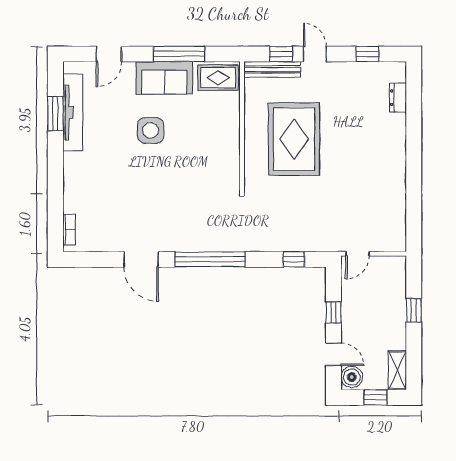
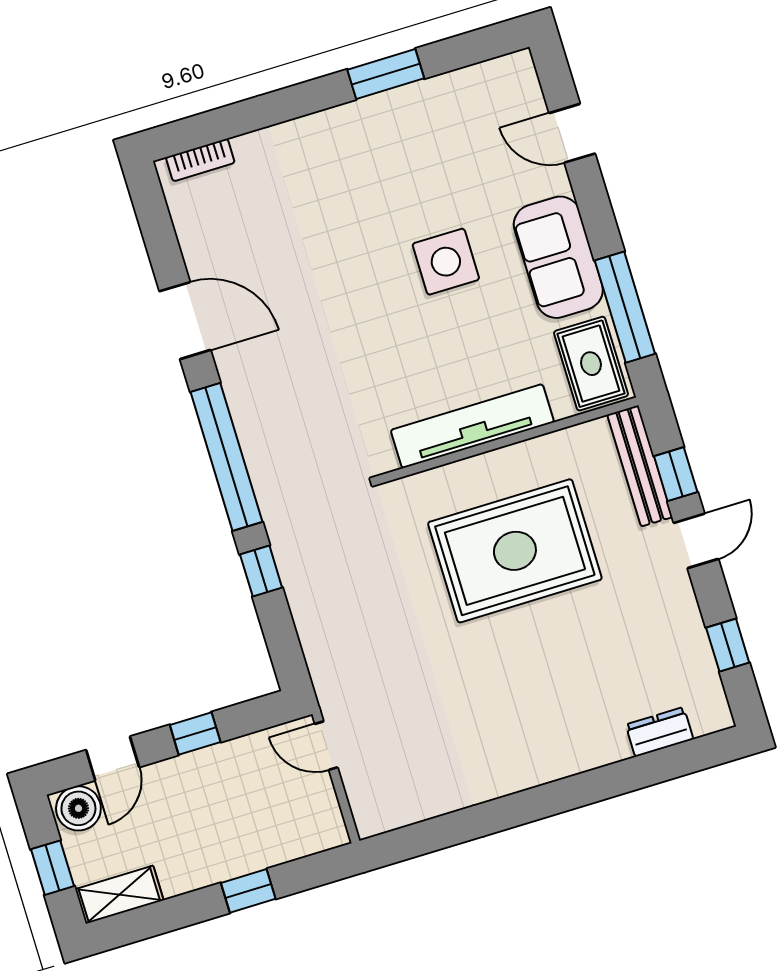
window: (179, 54) -> (625, 307), moved
tv unit: (73, 112) -> (472, 426), moved, turned 180
window: (55, 113) -> (386, 74), moved
door: (141, 259) -> (185, 321), swing flipped
window: (294, 259) -> (261, 571), moved

